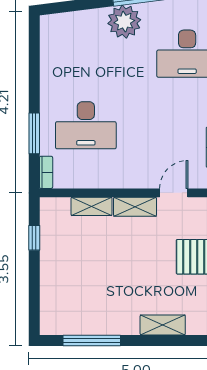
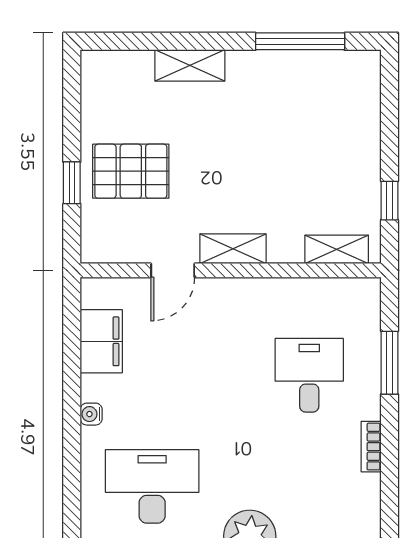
desk: (86, 125) -> (309, 375), width x0.73
bookcase: (46, 172) -> (371, 447), moved
shelving: (92, 206) -> (337, 249), moved

